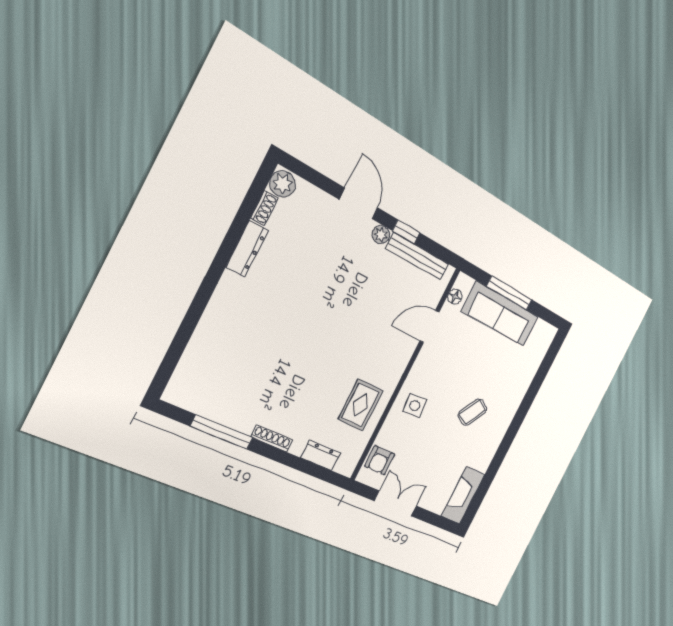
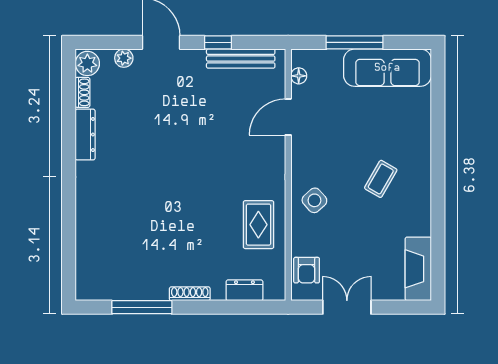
plant: (381, 235) -> (124, 58), moved
sofa: (500, 314) -> (387, 68), moved
side table: (415, 406) -> (314, 200), turned -37

